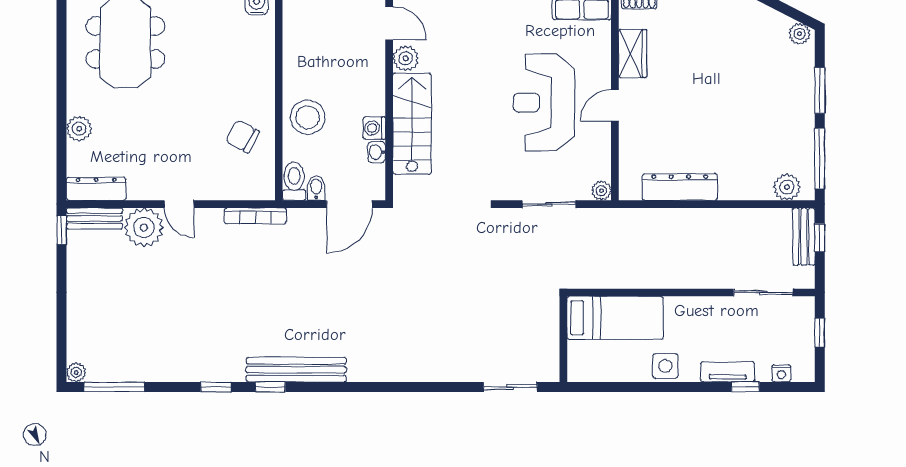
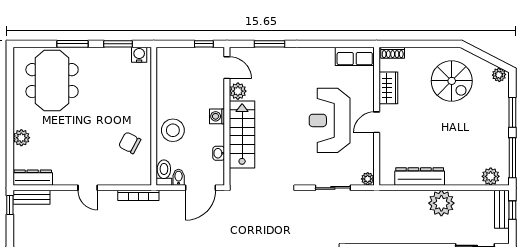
spiral stairs: (728, 43) -> (452, 81), added
washing machine: (374, 128) -> (217, 116), moved
plant: (144, 227) -> (441, 203), moved

